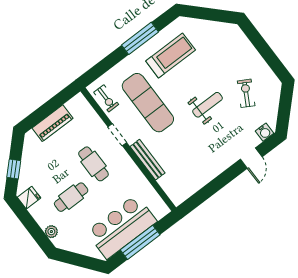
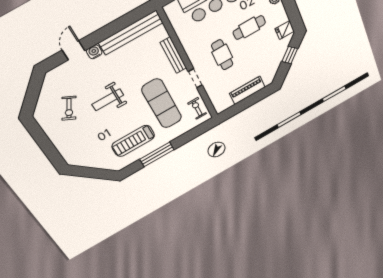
water cooler: (264, 132) -> (94, 52), moved
bench: (197, 181) -> (131, 33), added

